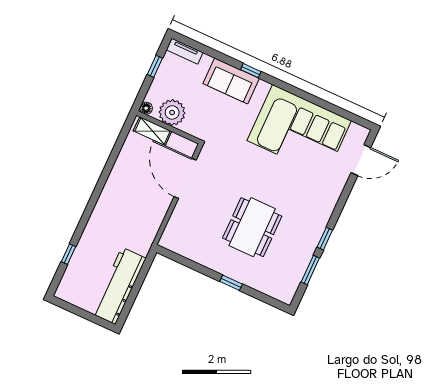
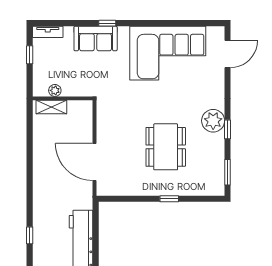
floor lamp: (146, 108) -> (38, 91), removed
plant: (172, 113) -> (55, 90), width x0.53, depth x0.53
door: (185, 178) -> (94, 162), moved
plant: (314, 223) -> (213, 121), added
window: (310, 270) -> (227, 172), moved

